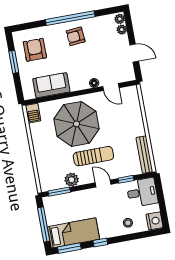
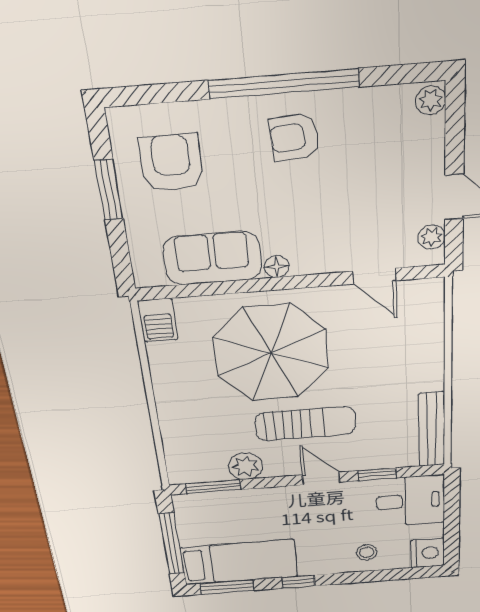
plant: (122, 30) -> (432, 237), moved
floor lamp: (94, 83) -> (277, 267), moved

